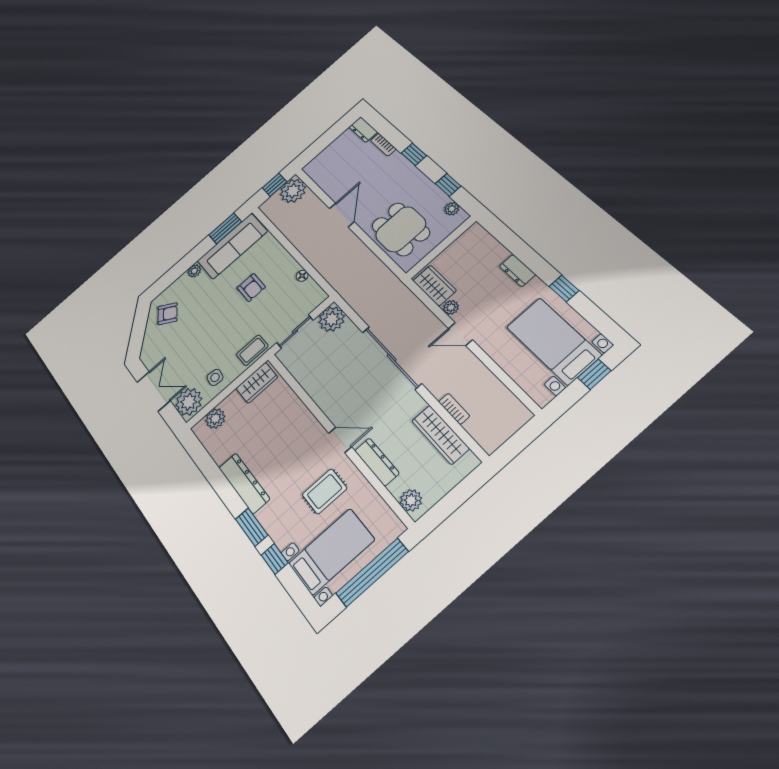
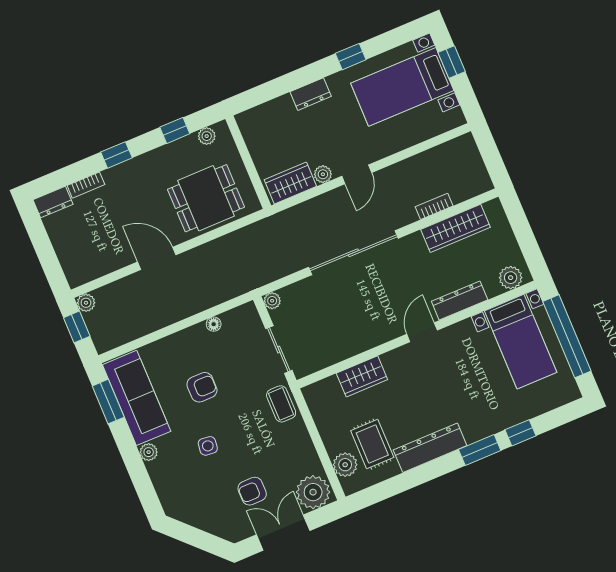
plant: (293, 191) -> (86, 303), width x0.53, depth x0.53
armchair: (168, 314) -> (252, 491), moved, turned -124
plant: (332, 319) -> (272, 301), width x0.53, depth x0.53
side table: (215, 377) -> (208, 446), moved
wardrobe: (257, 383) -> (362, 376), moved, turned 90
rug: (325, 491) -> (372, 444), moved
bed with nightstands: (331, 552) -> (521, 342), moved, turned 180

